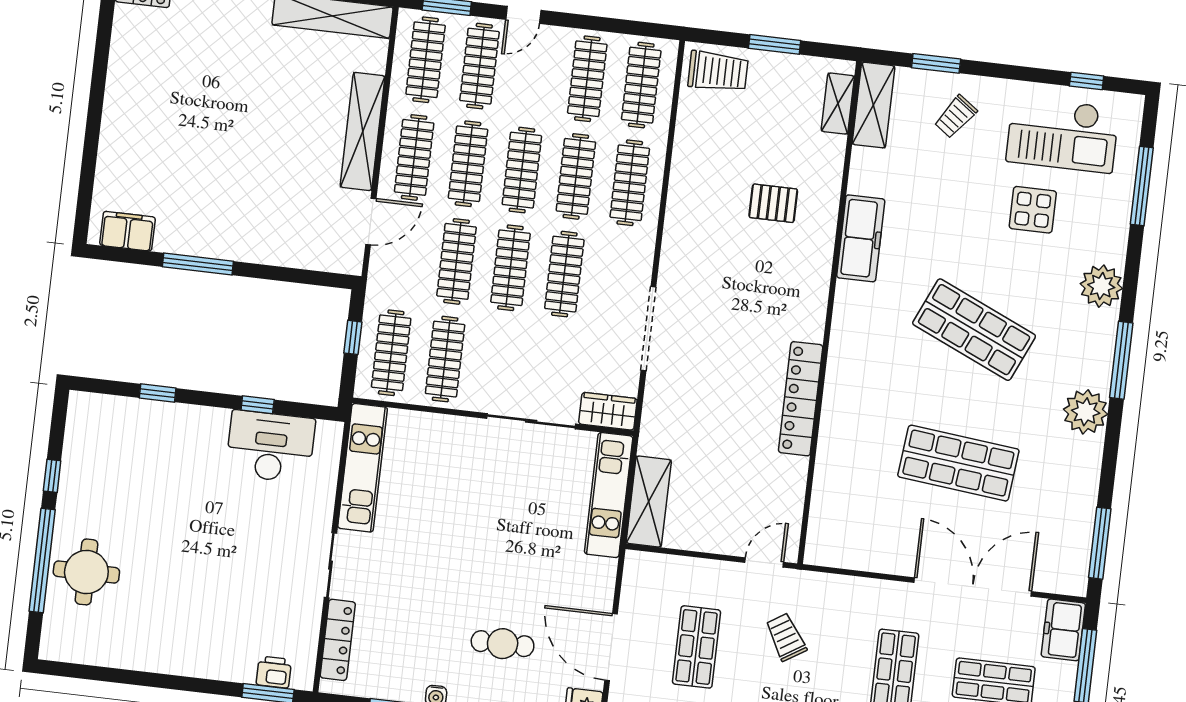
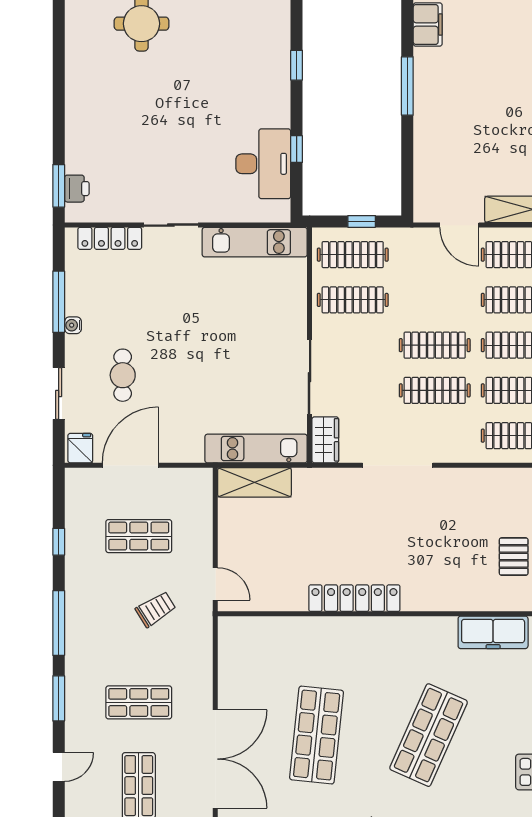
clothes rail: (457, 261) -> (435, 300), removed

